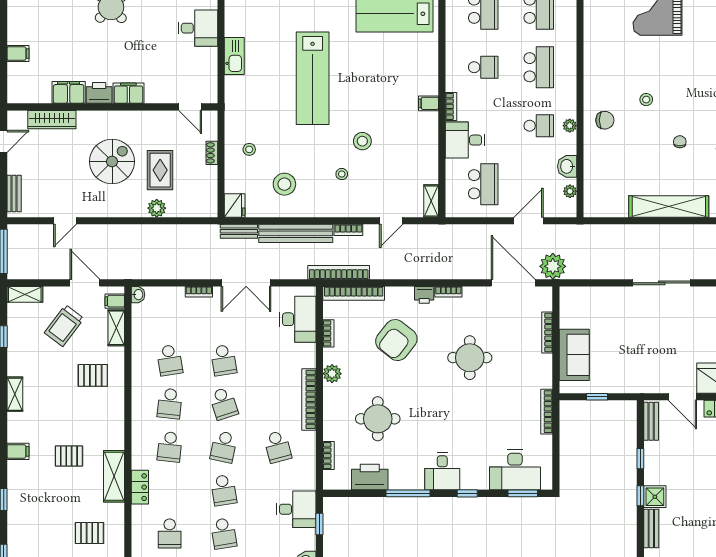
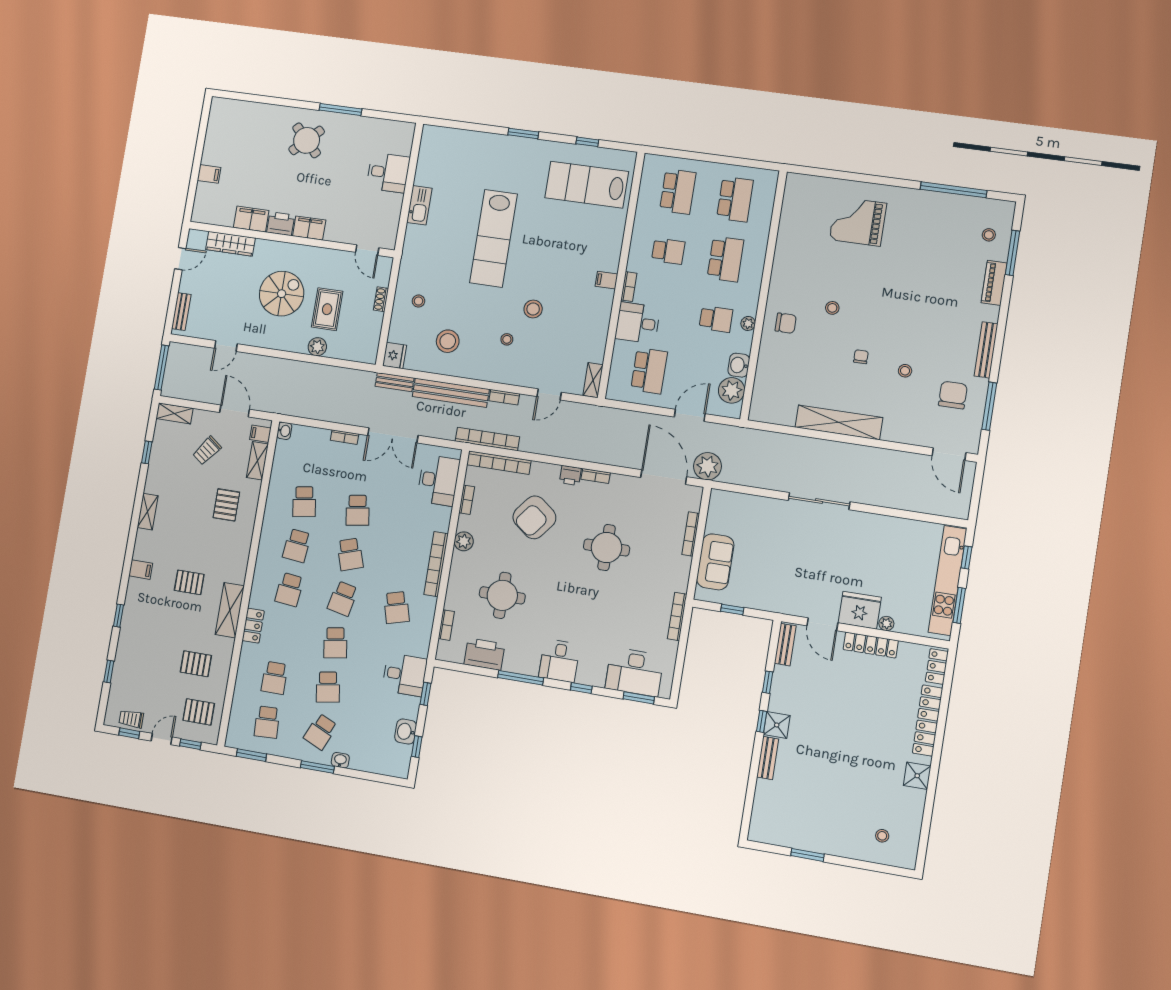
plant: (570, 191) -> (732, 390), width x1.88, depth x1.88
trolley: (64, 326) -> (207, 451), width x0.73, depth x0.72
pallet: (93, 375) -> (226, 505), turned 90

